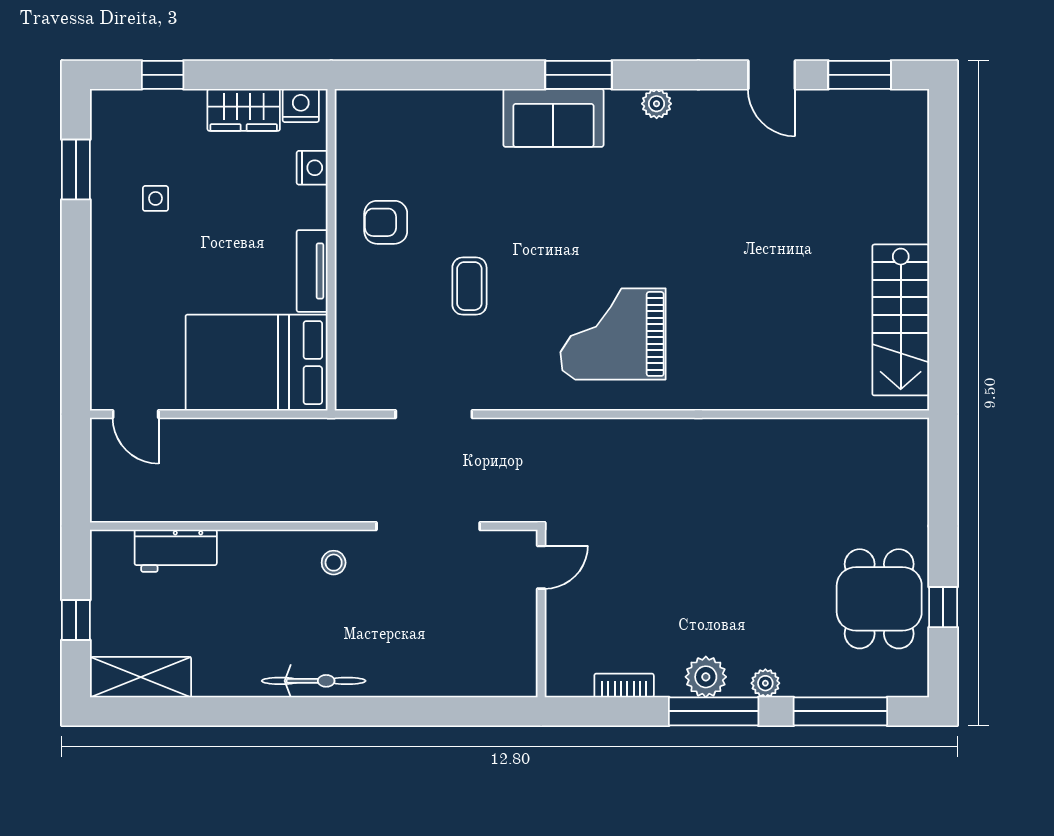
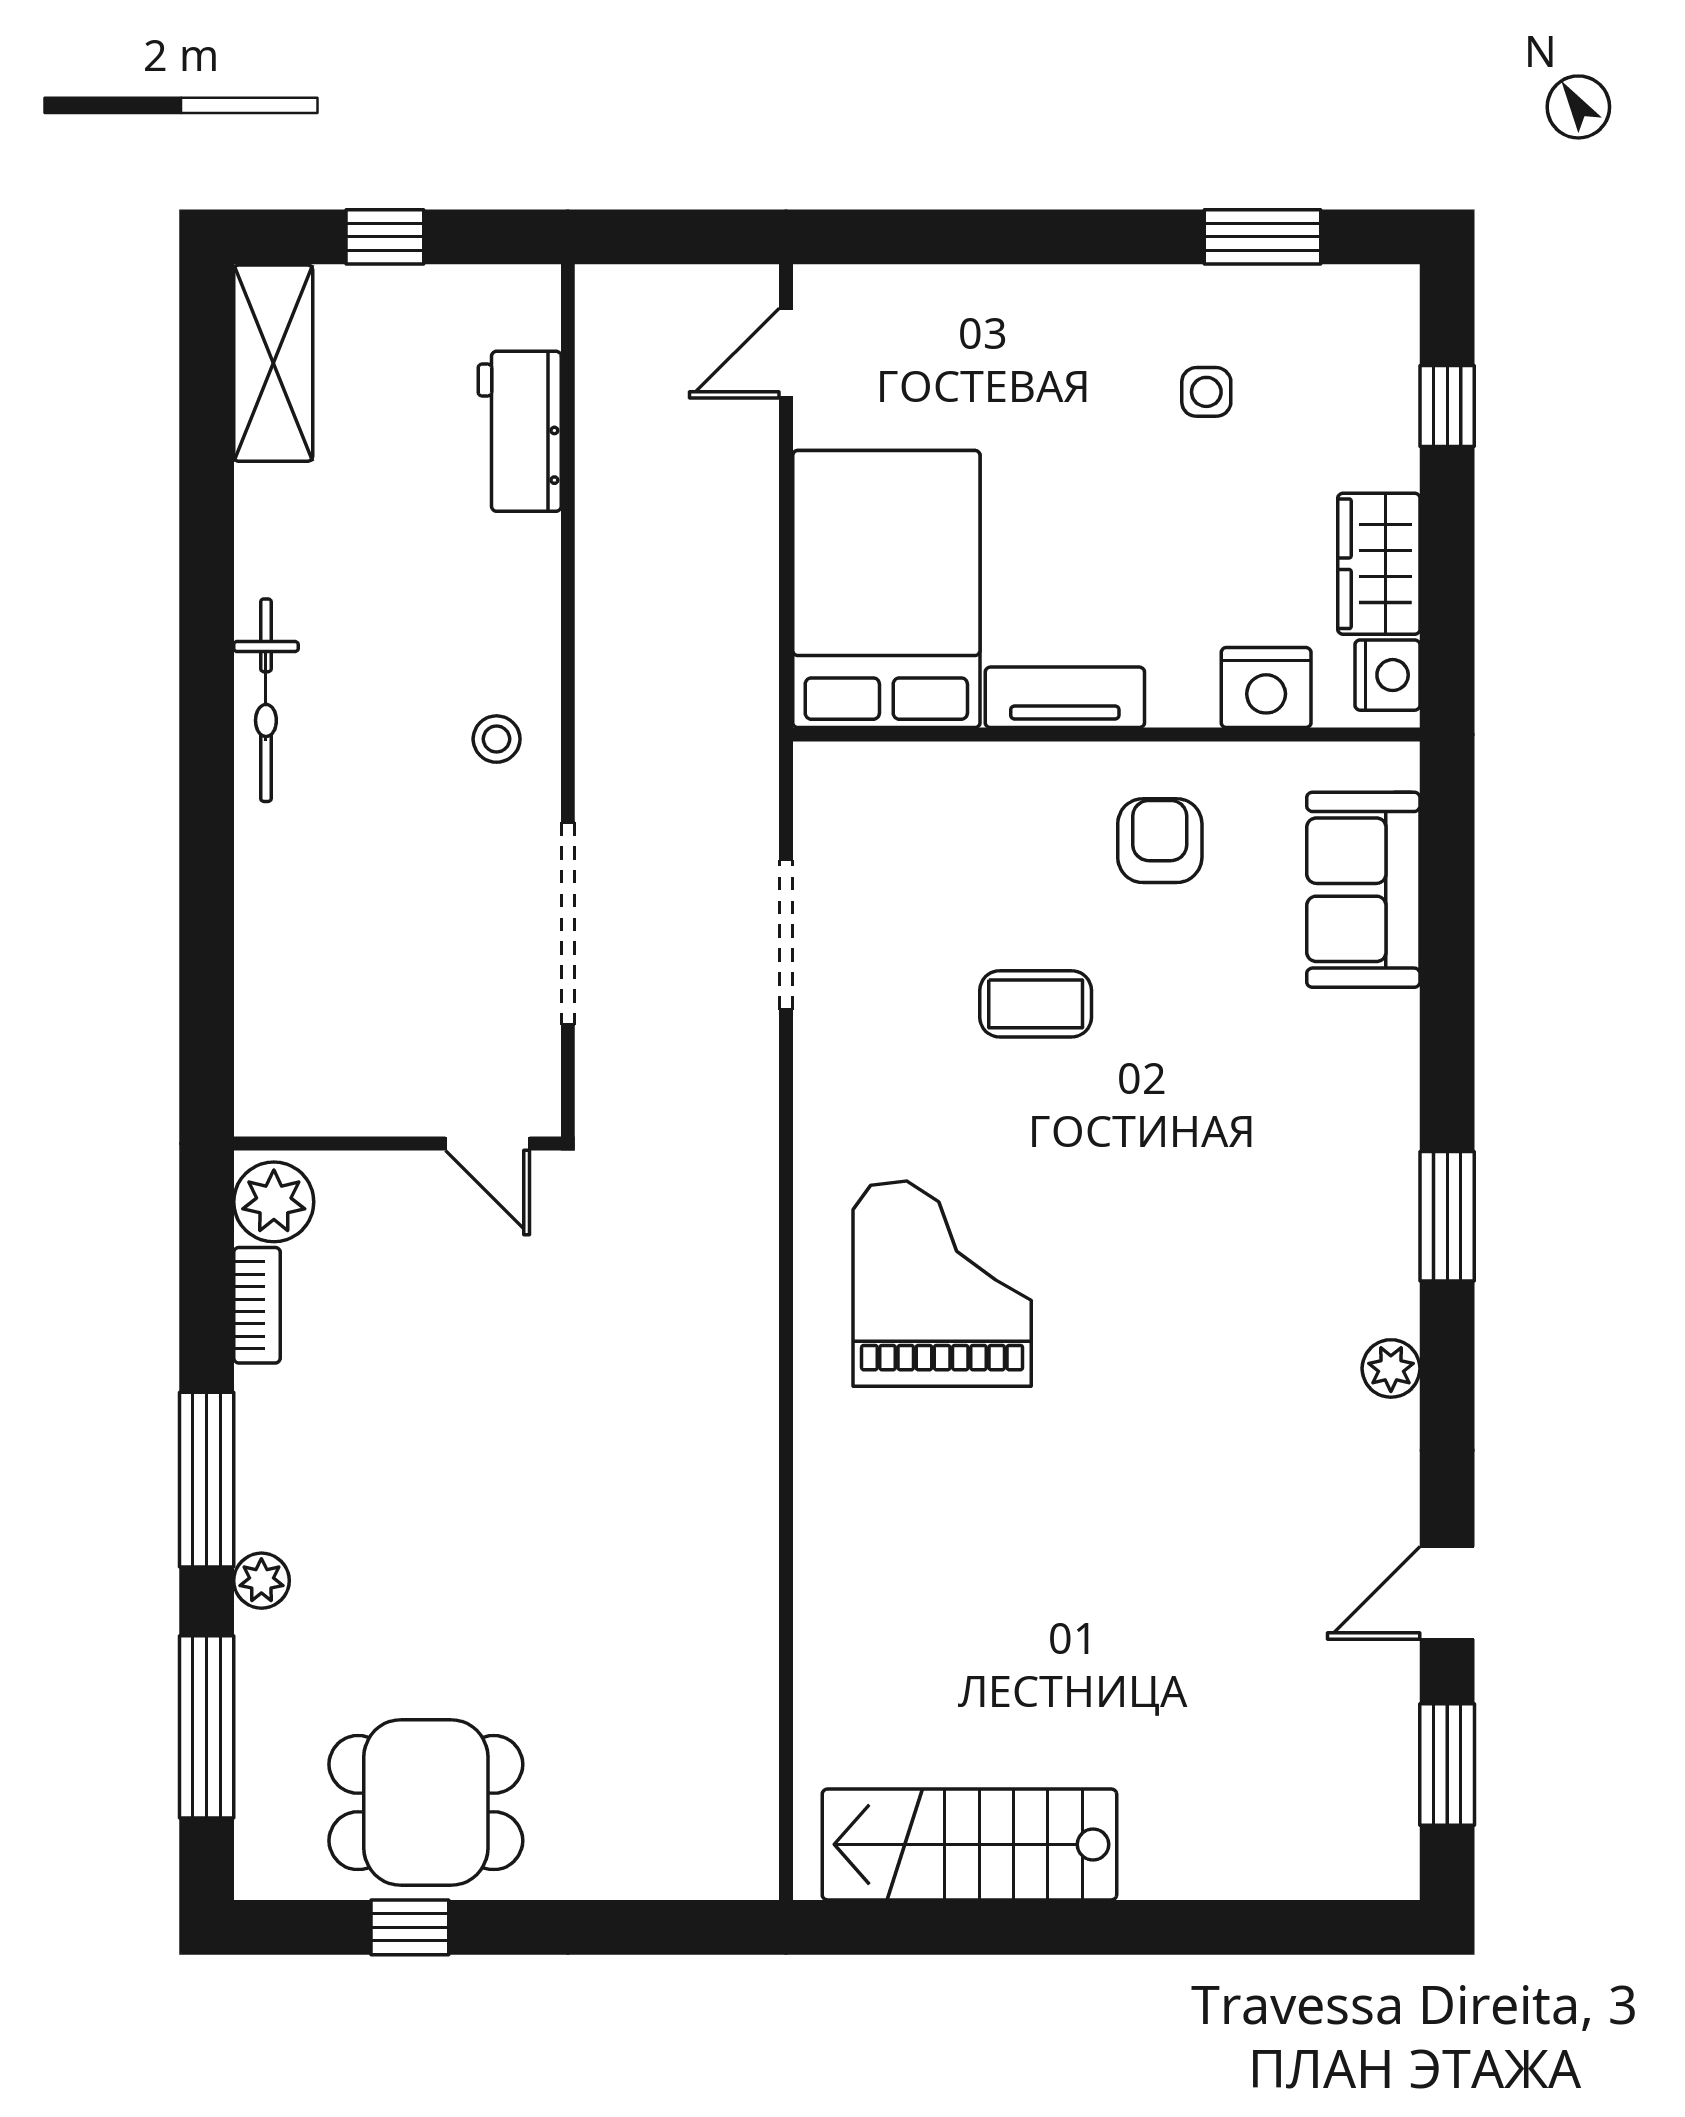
sofa: (553, 118) -> (1363, 890), moved
nightstand: (312, 168) -> (1266, 688), width x1.36, depth x1.33
plant: (706, 677) -> (274, 1202), moved

